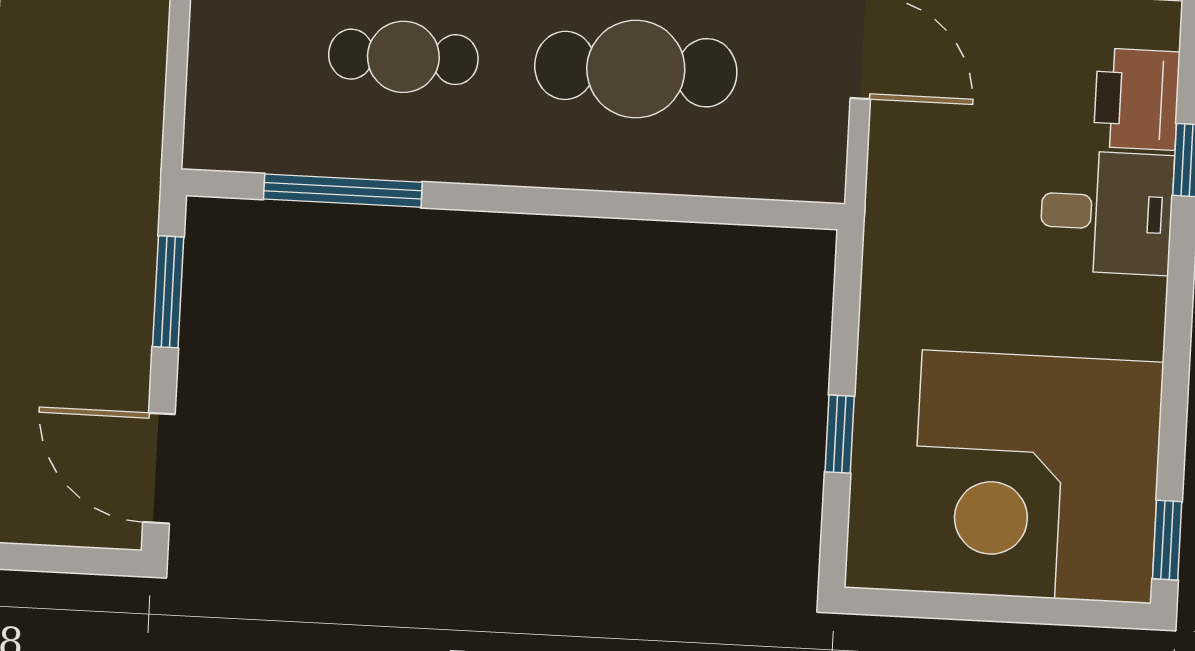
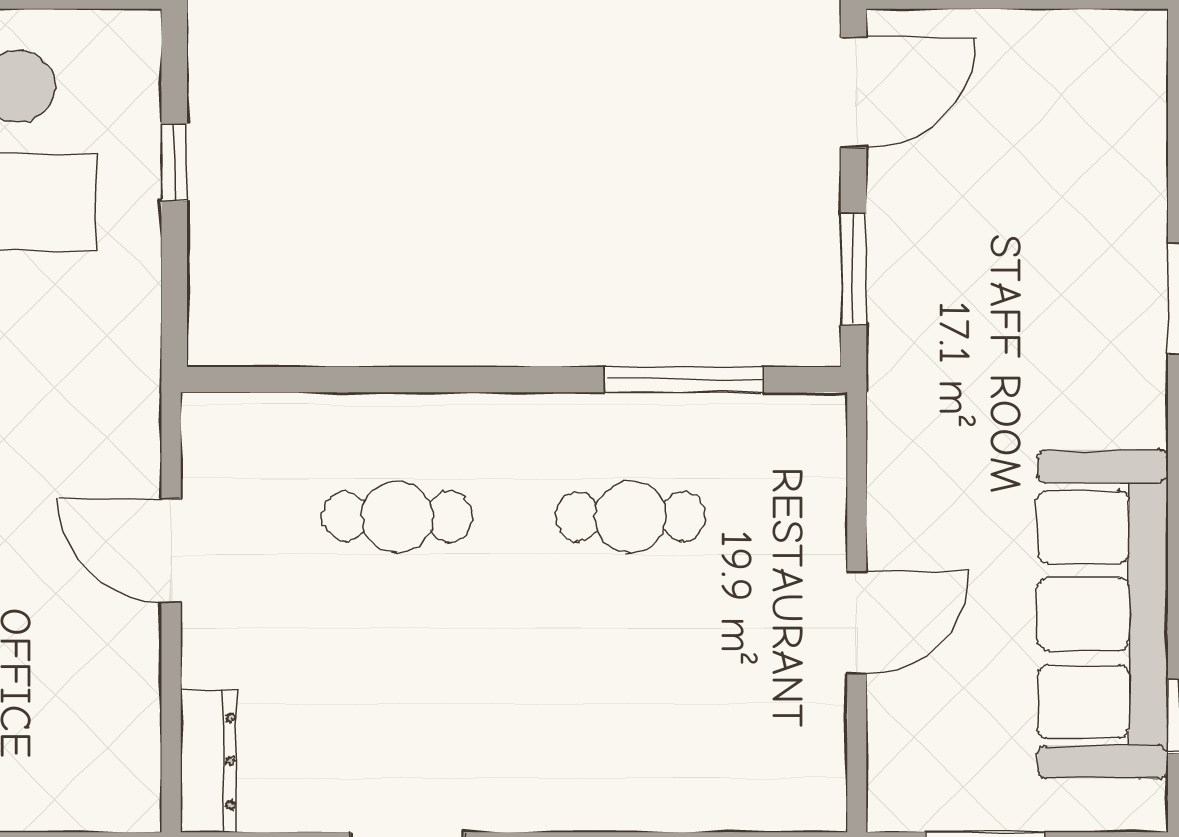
cafe table: (636, 69) -> (397, 517), width x0.73, depth x0.74
door: (159, 468) -> (854, 92), hinge flipped

